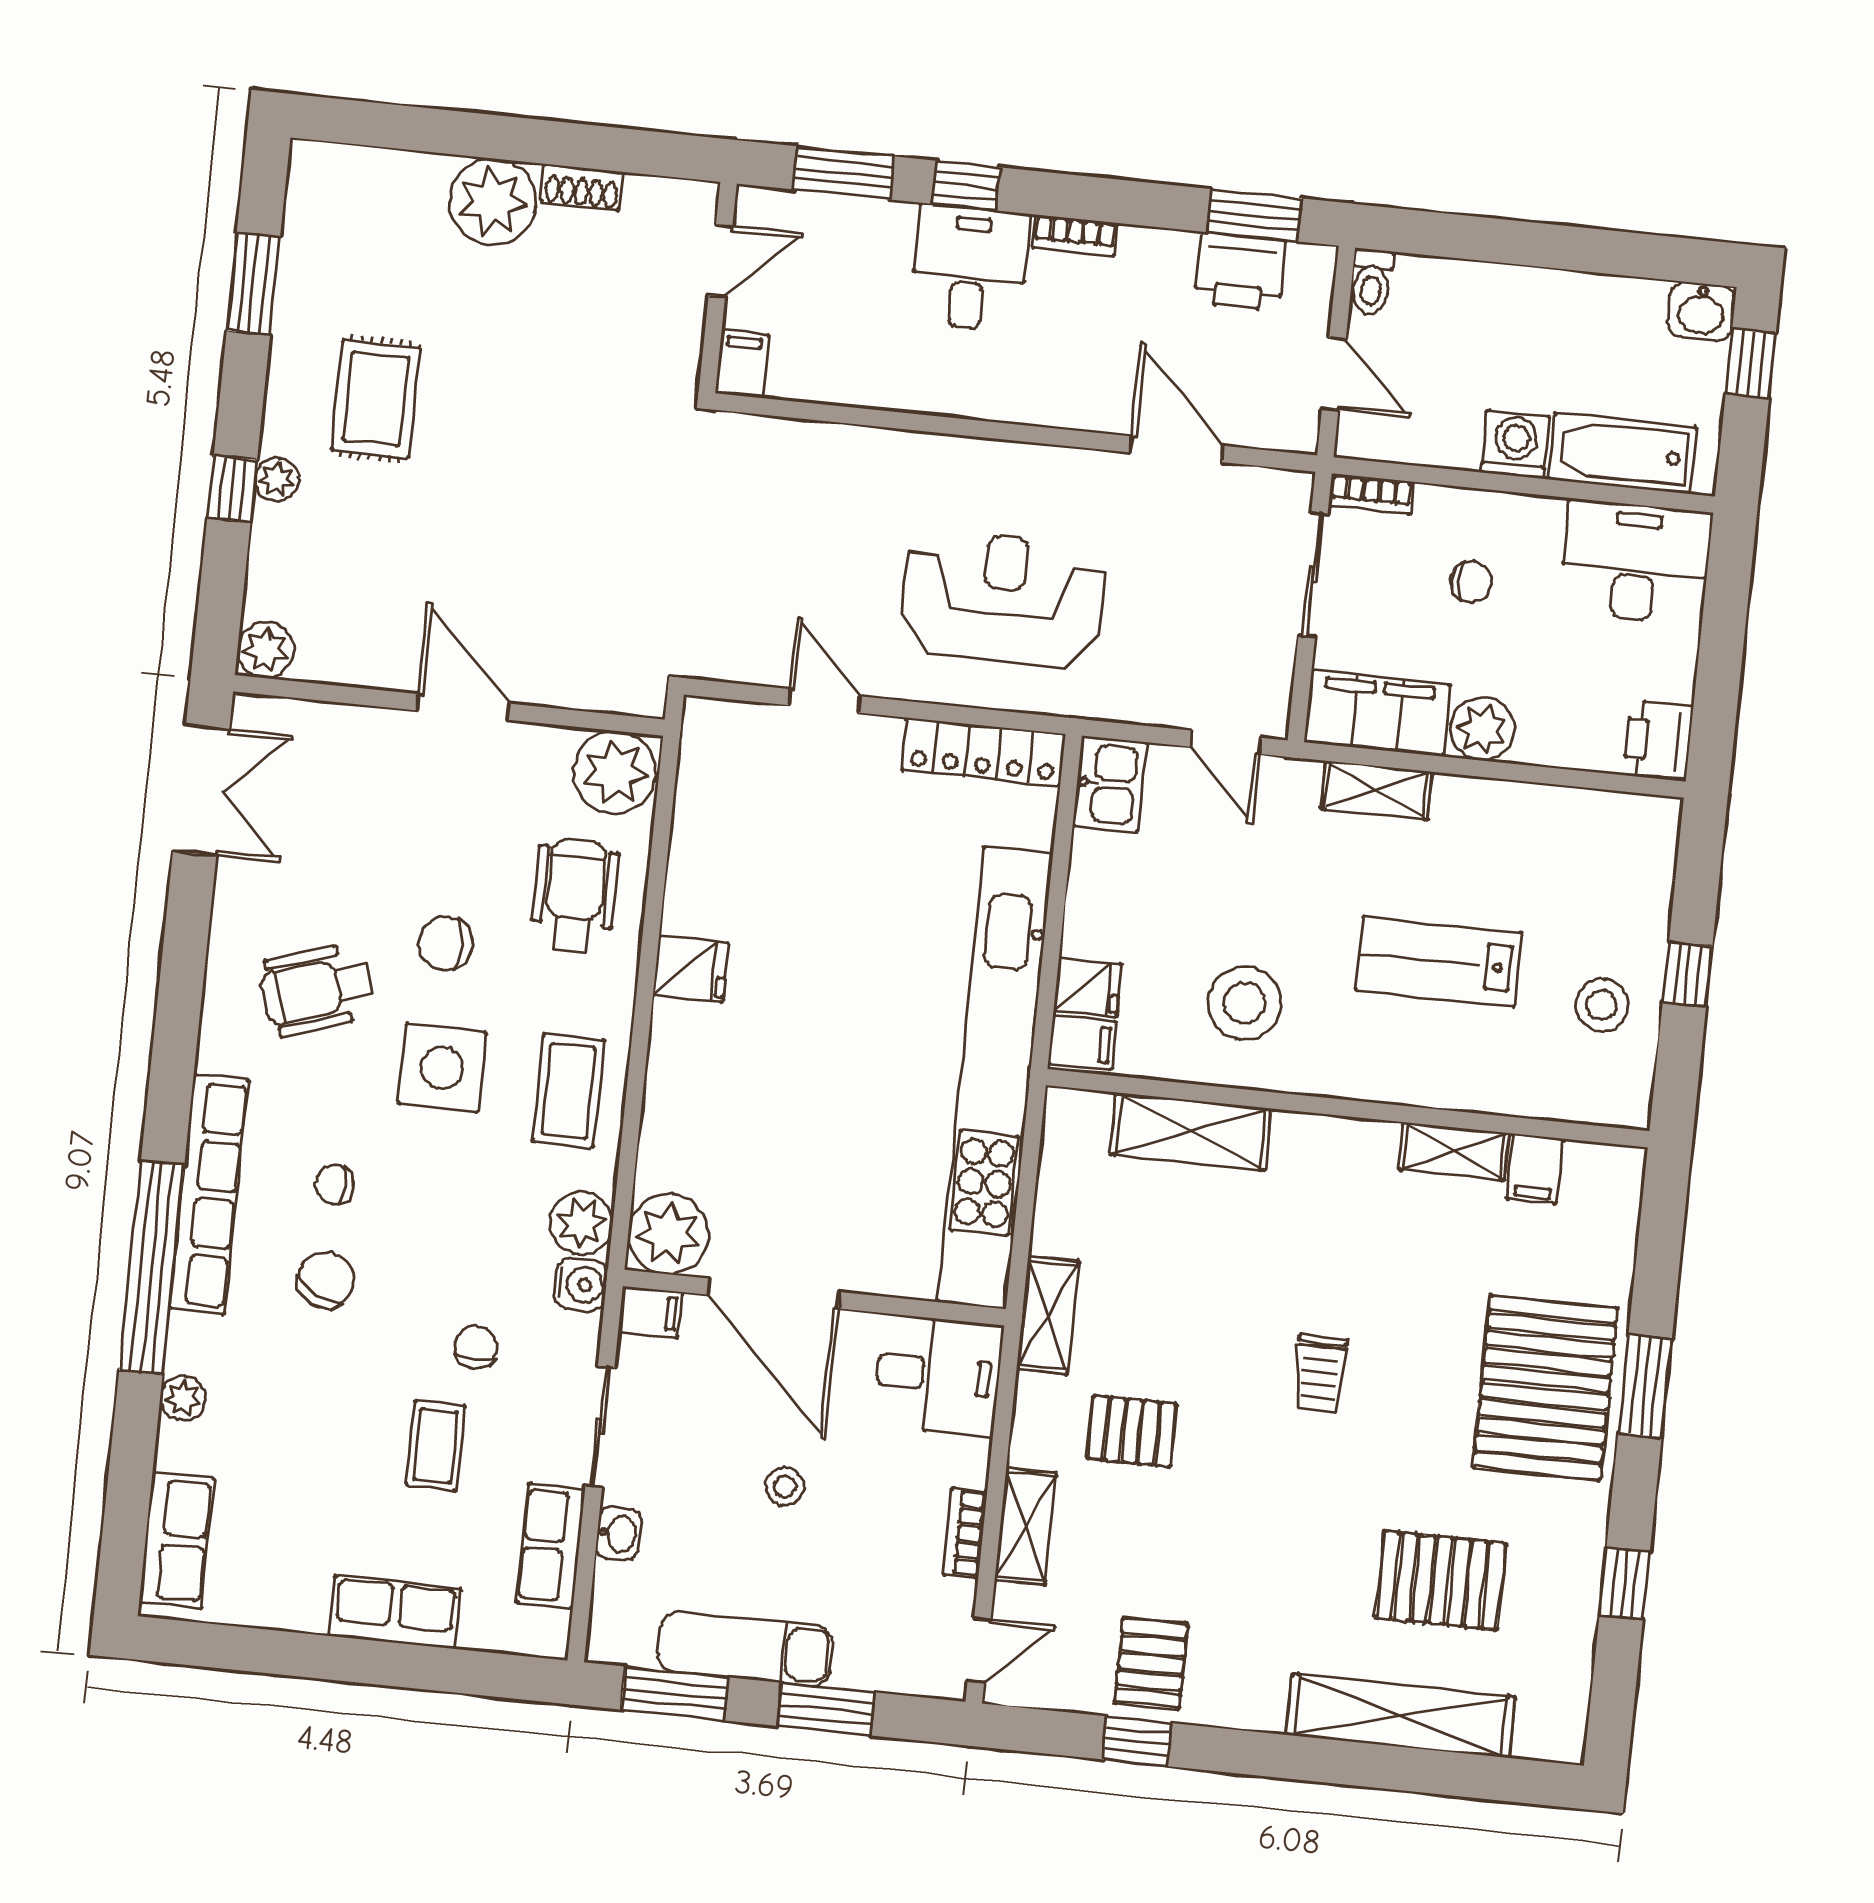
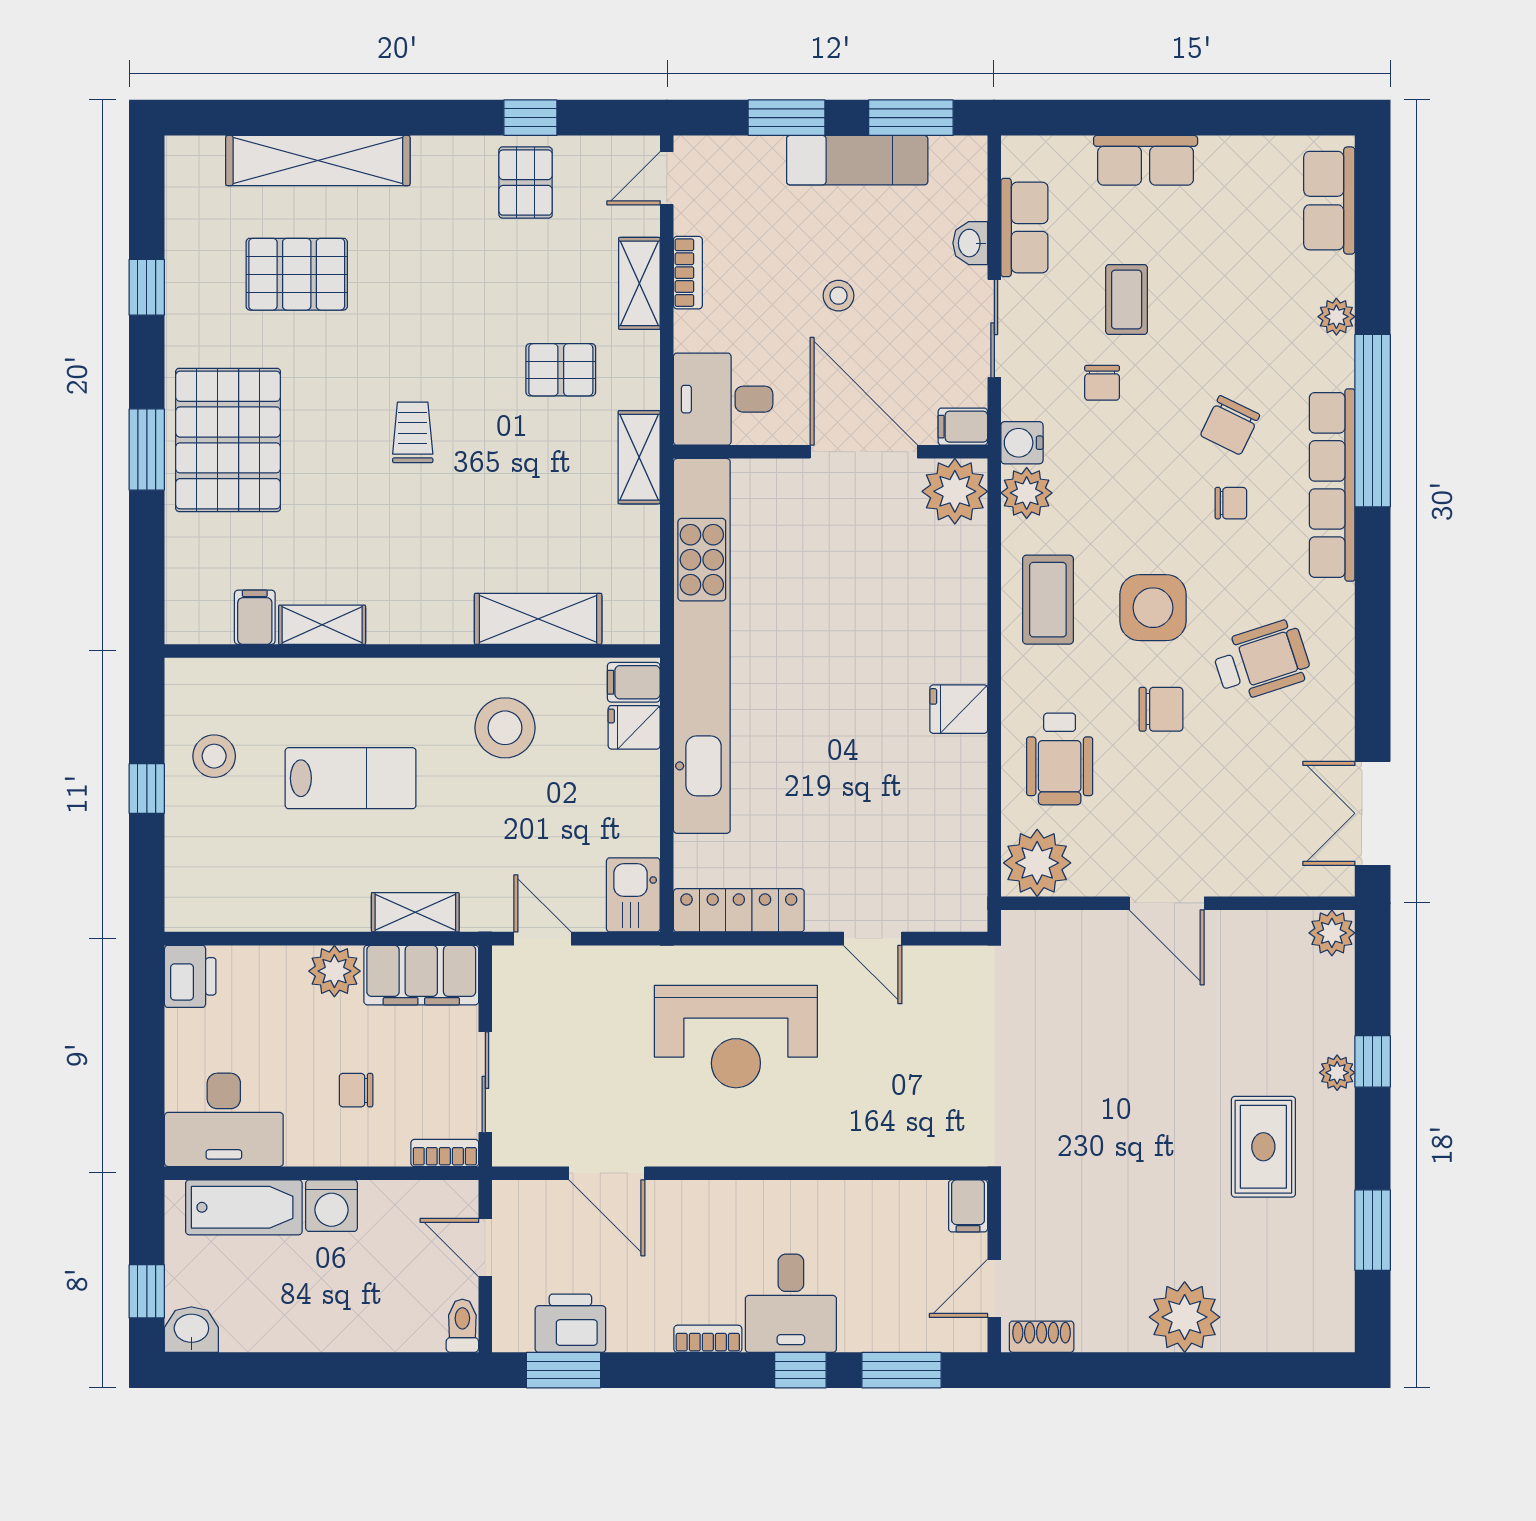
shoe rack: (582, 187) -> (1042, 1337), moved

